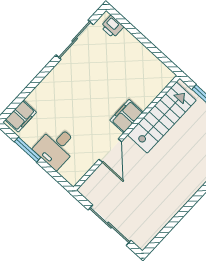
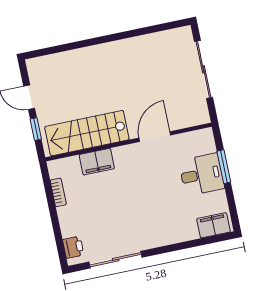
bookcase: (152, 59) -> (58, 192), added
filing cabinet: (126, 116) -> (97, 162), moved
window: (28, 150) -> (224, 167), moved

